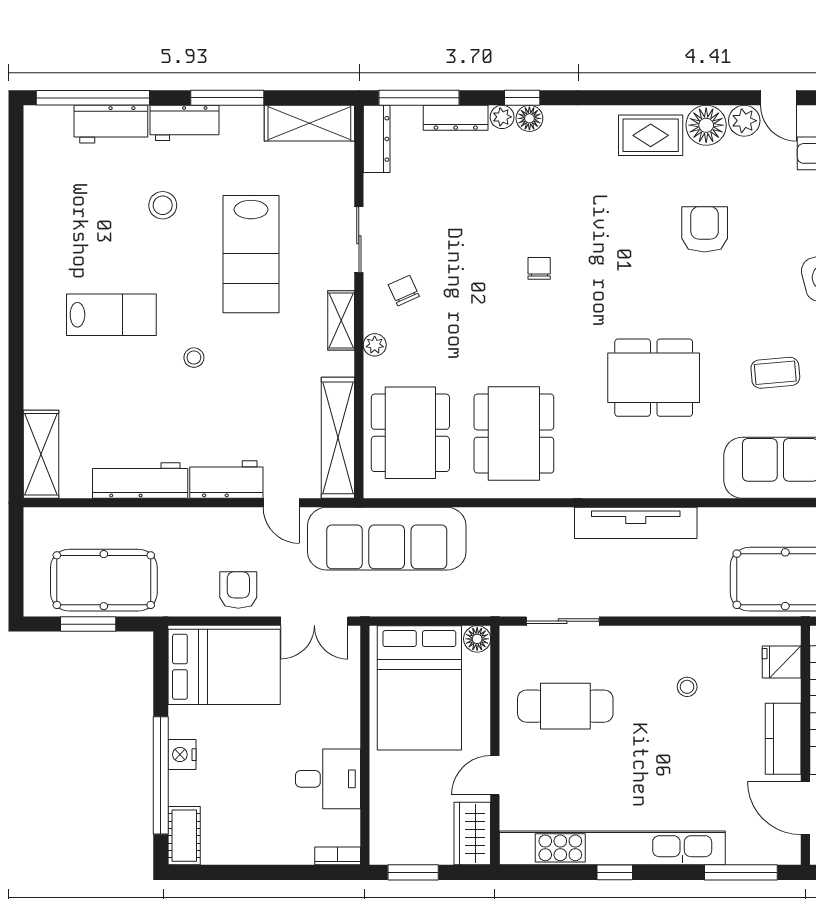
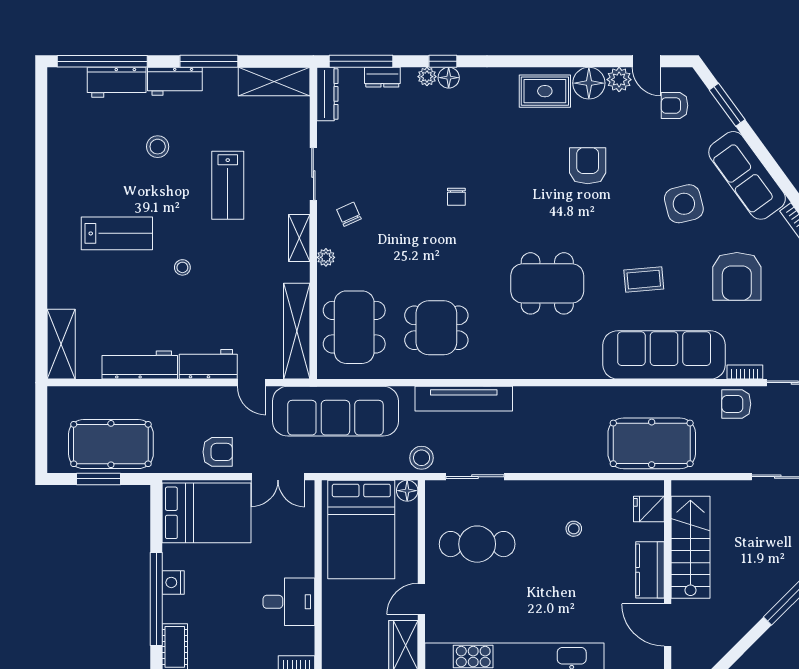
dresser: (456, 118) -> (382, 77), width x0.70
lab bench: (251, 254) -> (228, 185), width x0.73, depth x0.72
chair: (539, 268) -> (456, 197), turned 180
dining table: (514, 434) -> (436, 328), width x0.73
tv unit: (636, 523) -> (464, 399), moved
armchair: (238, 590) -> (218, 452), turned 90
stool: (495, 597) -> (422, 458), added

